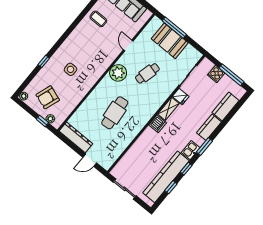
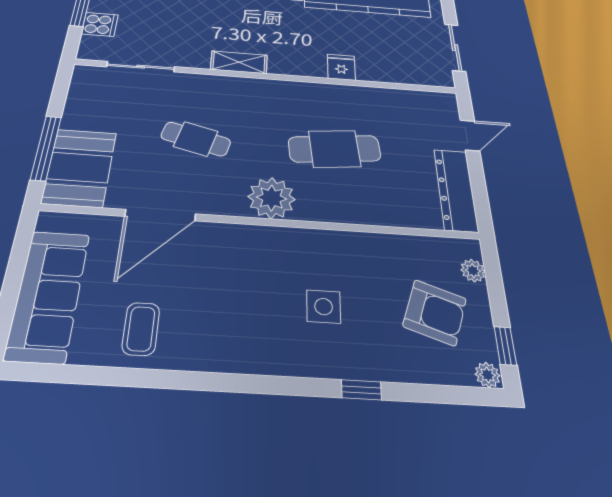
booth: (170, 41) -> (80, 167), moved
door: (128, 45) -> (160, 215), width x1.87
plant: (118, 73) -> (272, 198), moved
fridge: (181, 96) -> (341, 67), moved
window: (42, 121) -> (505, 346), moved
dishwasher: (158, 124) -> (285, 63), removed
door: (90, 160) -> (470, 135), hinge flipped

